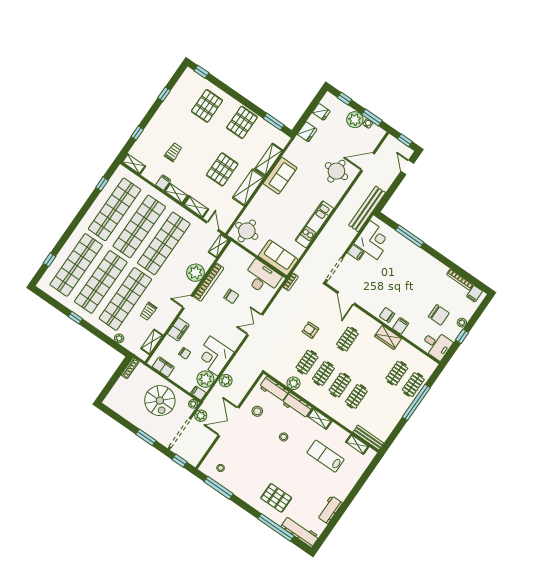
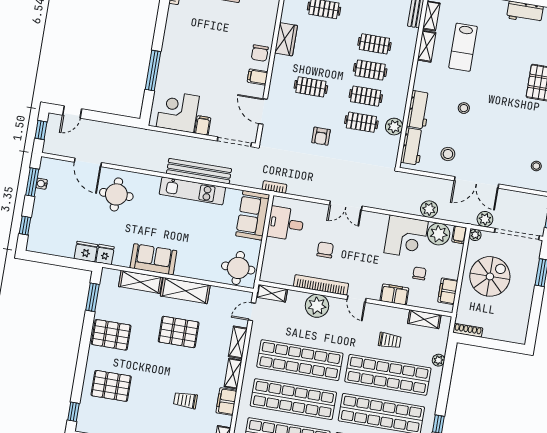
fridge: (321, 112) -> (105, 255), moved
plant: (355, 120) -> (44, 201), removed
filing cabinet: (163, 183) -> (226, 402), width x2.00
bench: (367, 209) -> (199, 171), moved
desk: (262, 278) -> (286, 224), width x0.73
door: (346, 298) -> (263, 112), swing flipped
filing cabinet: (401, 326) -> (257, 77), moved
shelving: (320, 419) -> (427, 46), moved

